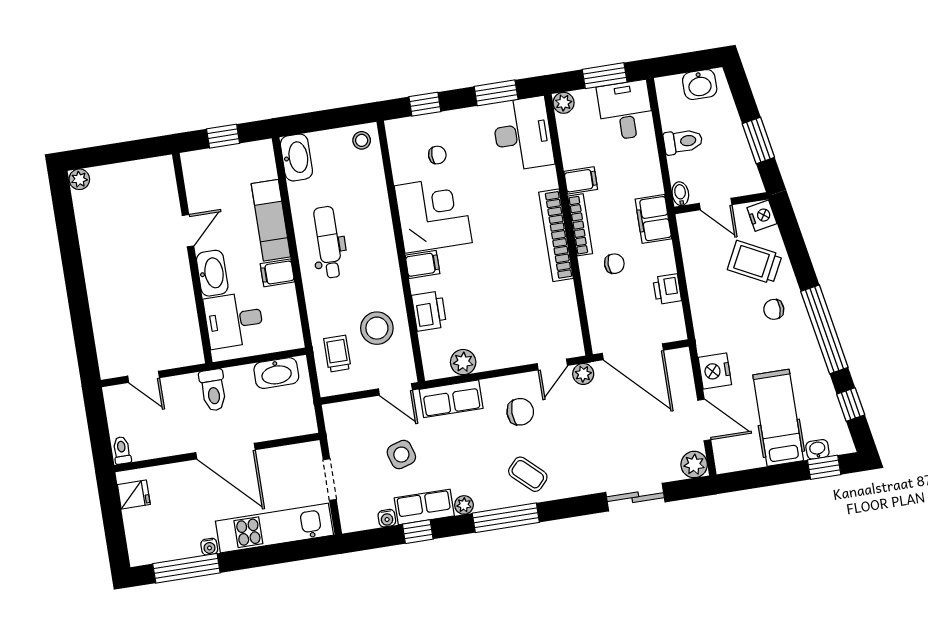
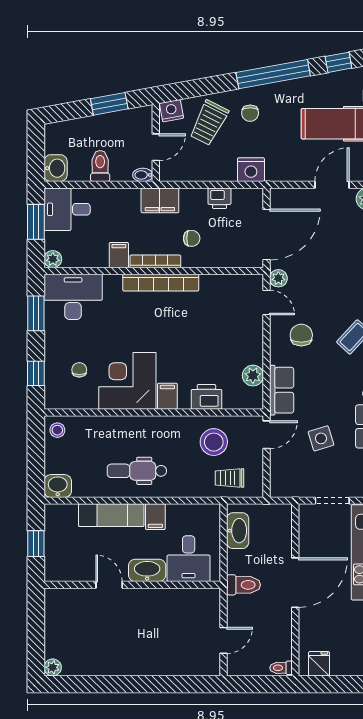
washbasin: (700, 85) -> (56, 168), moved
washbasin: (296, 157) -> (58, 486), width x0.72
chair: (614, 264) -> (192, 238), turned 90
nightstand: (715, 371) -> (251, 170), moved

